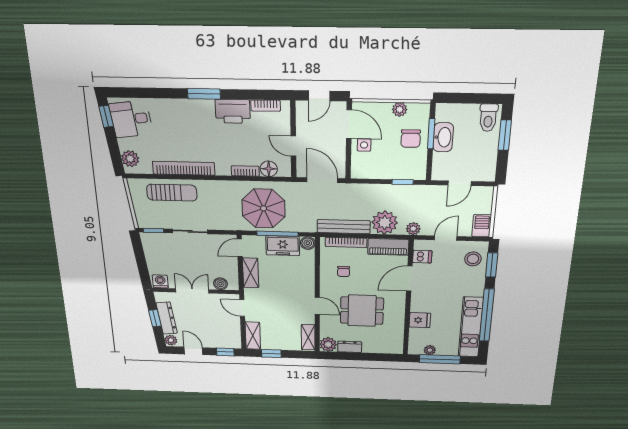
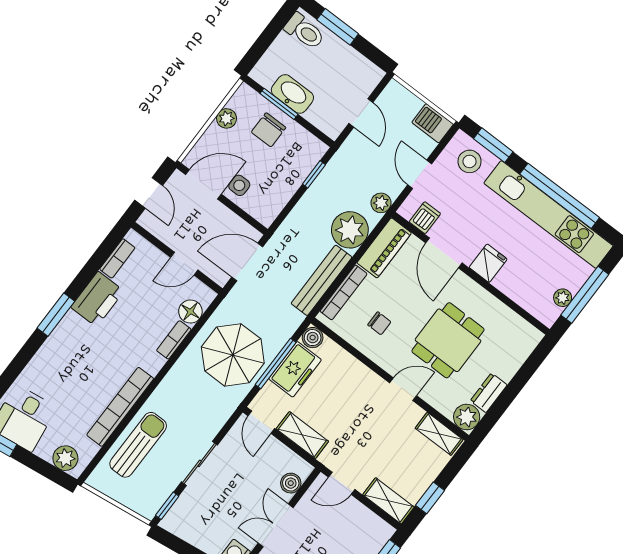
chair: (411, 139) -> (269, 130), turned 90
fridge: (420, 320) -> (488, 263), moved
kitchen unit: (471, 327) -> (548, 214), width x1.36

